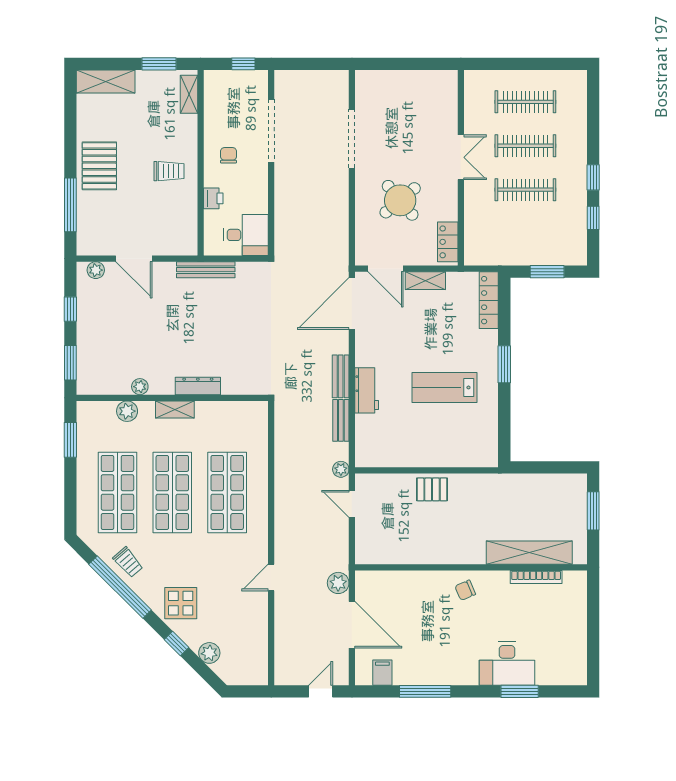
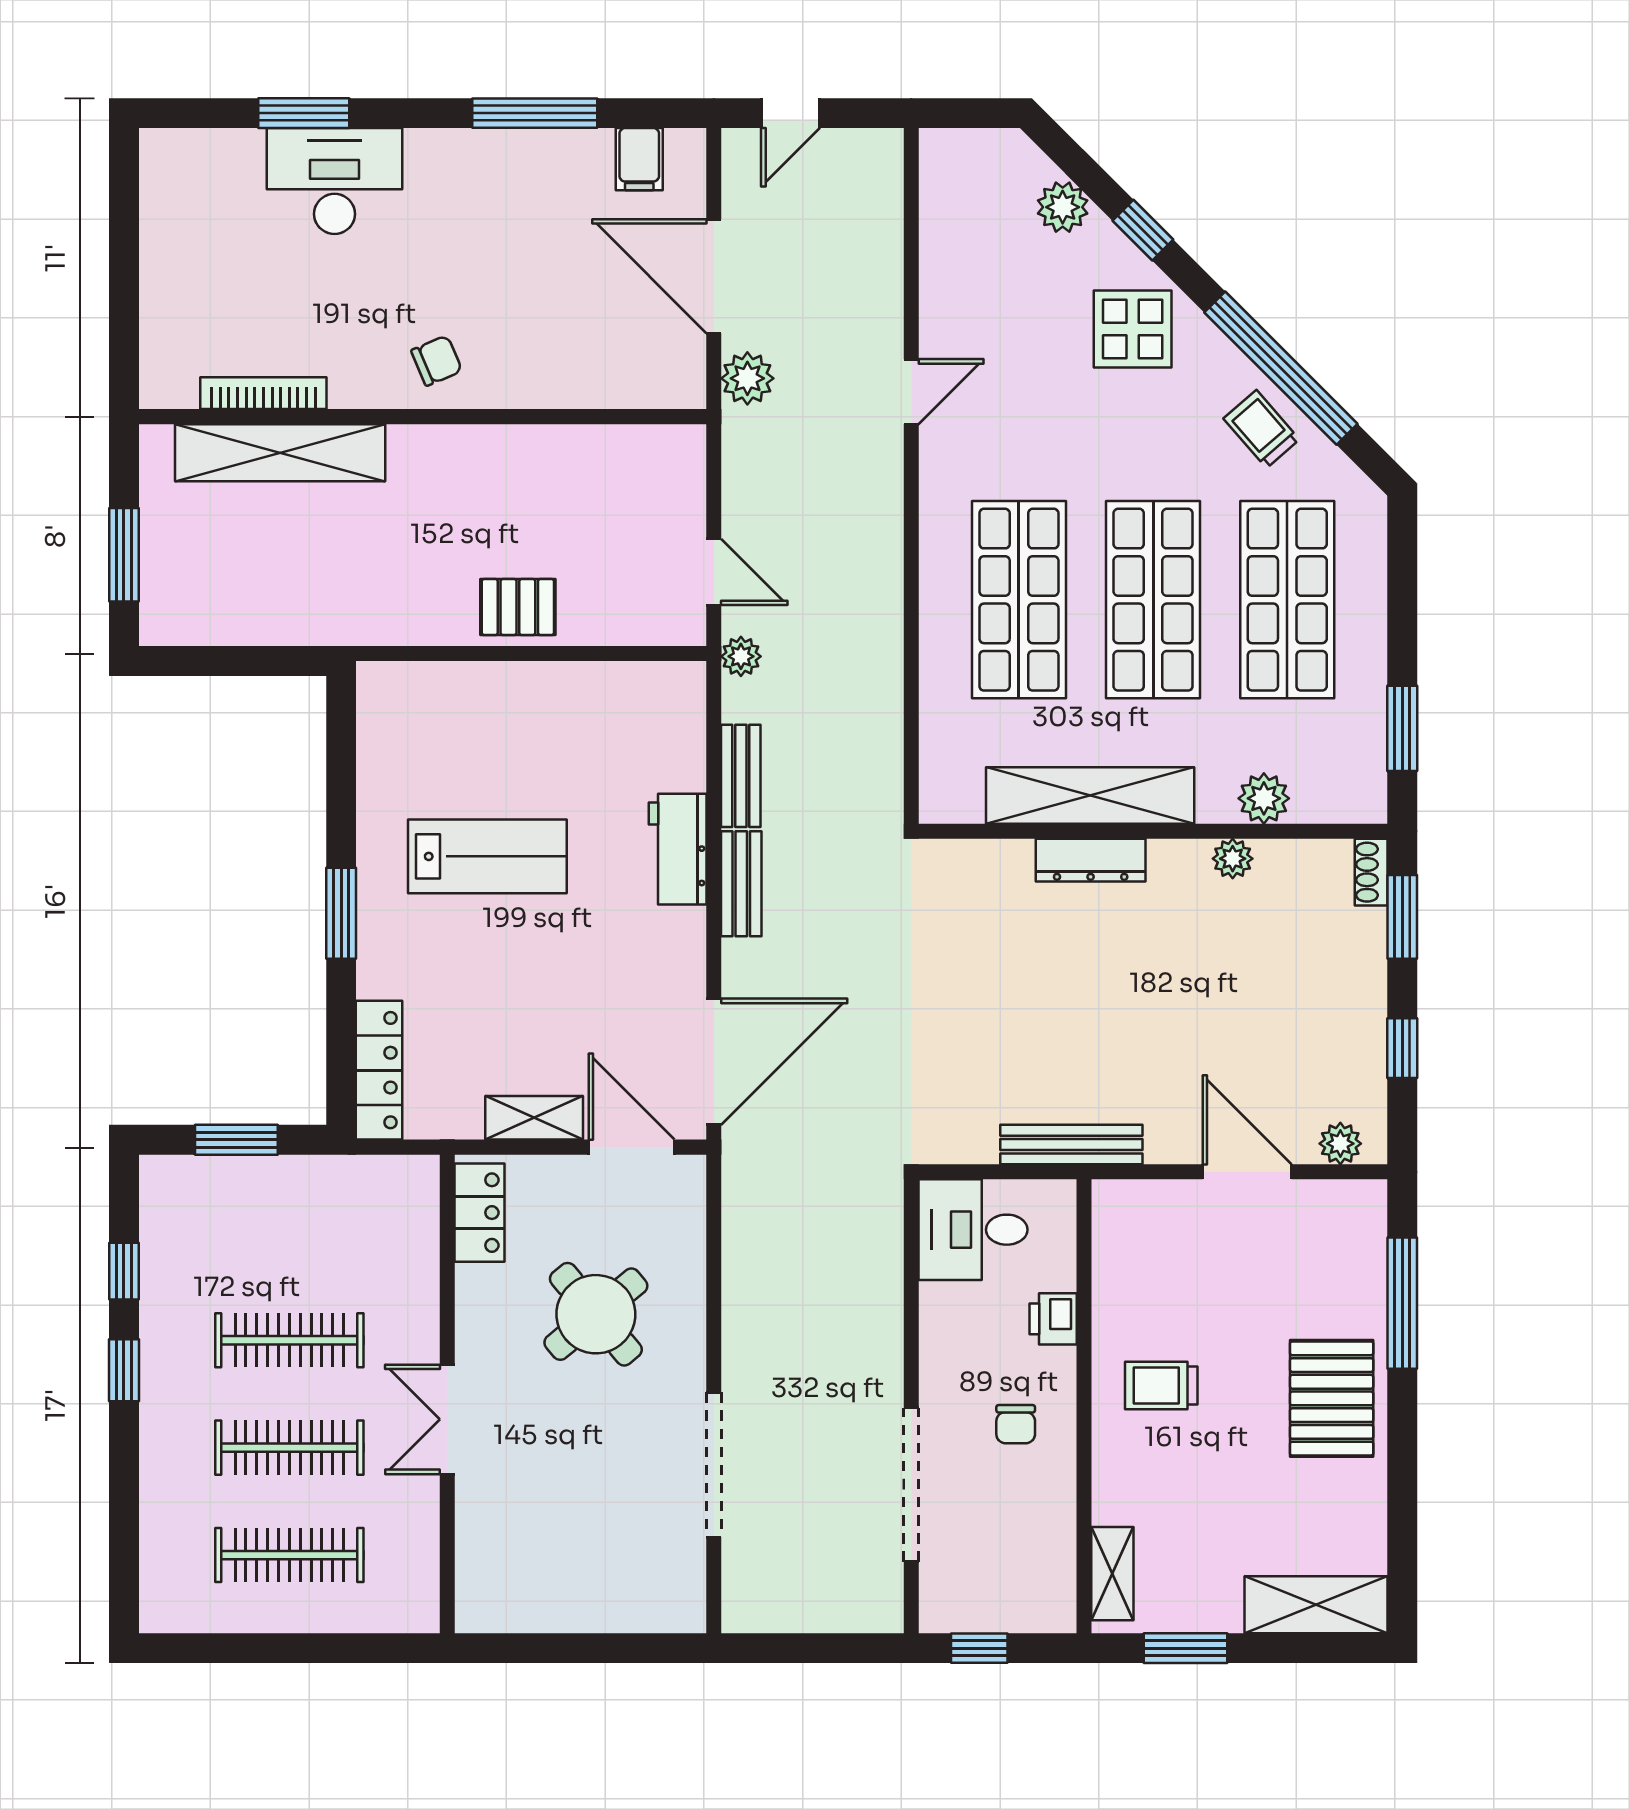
shoe rack: (83, 381) -> (1371, 872), added
shelving: (175, 410) -> (1090, 795), width x2.20, depth x1.33

